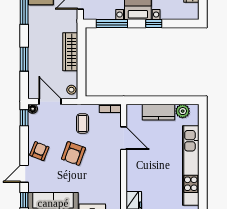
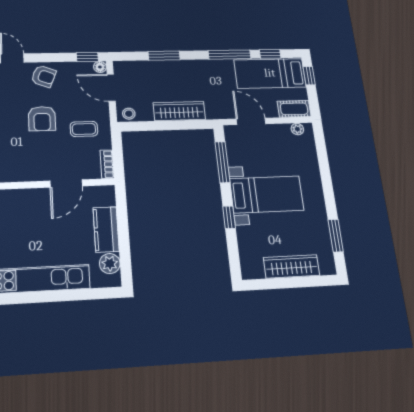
door: (50, 101) -> (111, 88), swing flipped
armchair: (73, 153) -> (42, 119), turned -110

